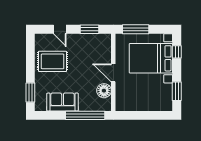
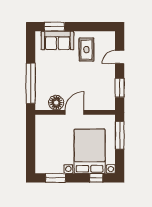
rug: (53, 61) -> (86, 50), width x0.73, depth x0.70
sofa: (63, 102) -> (57, 40), moved, turned 90

